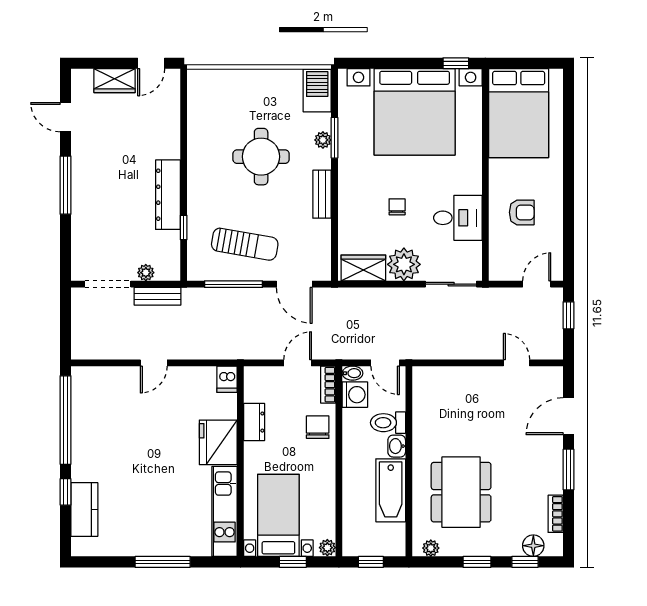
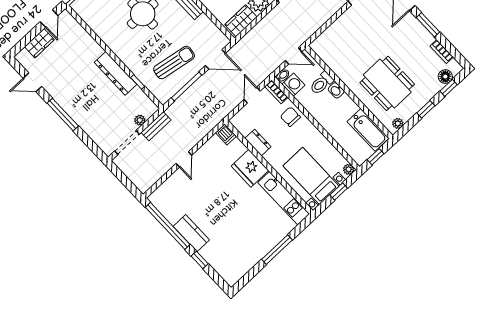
bathtub: (391, 490) -> (368, 130), moved
kitchen counter: (84, 509) -> (191, 233), moved

